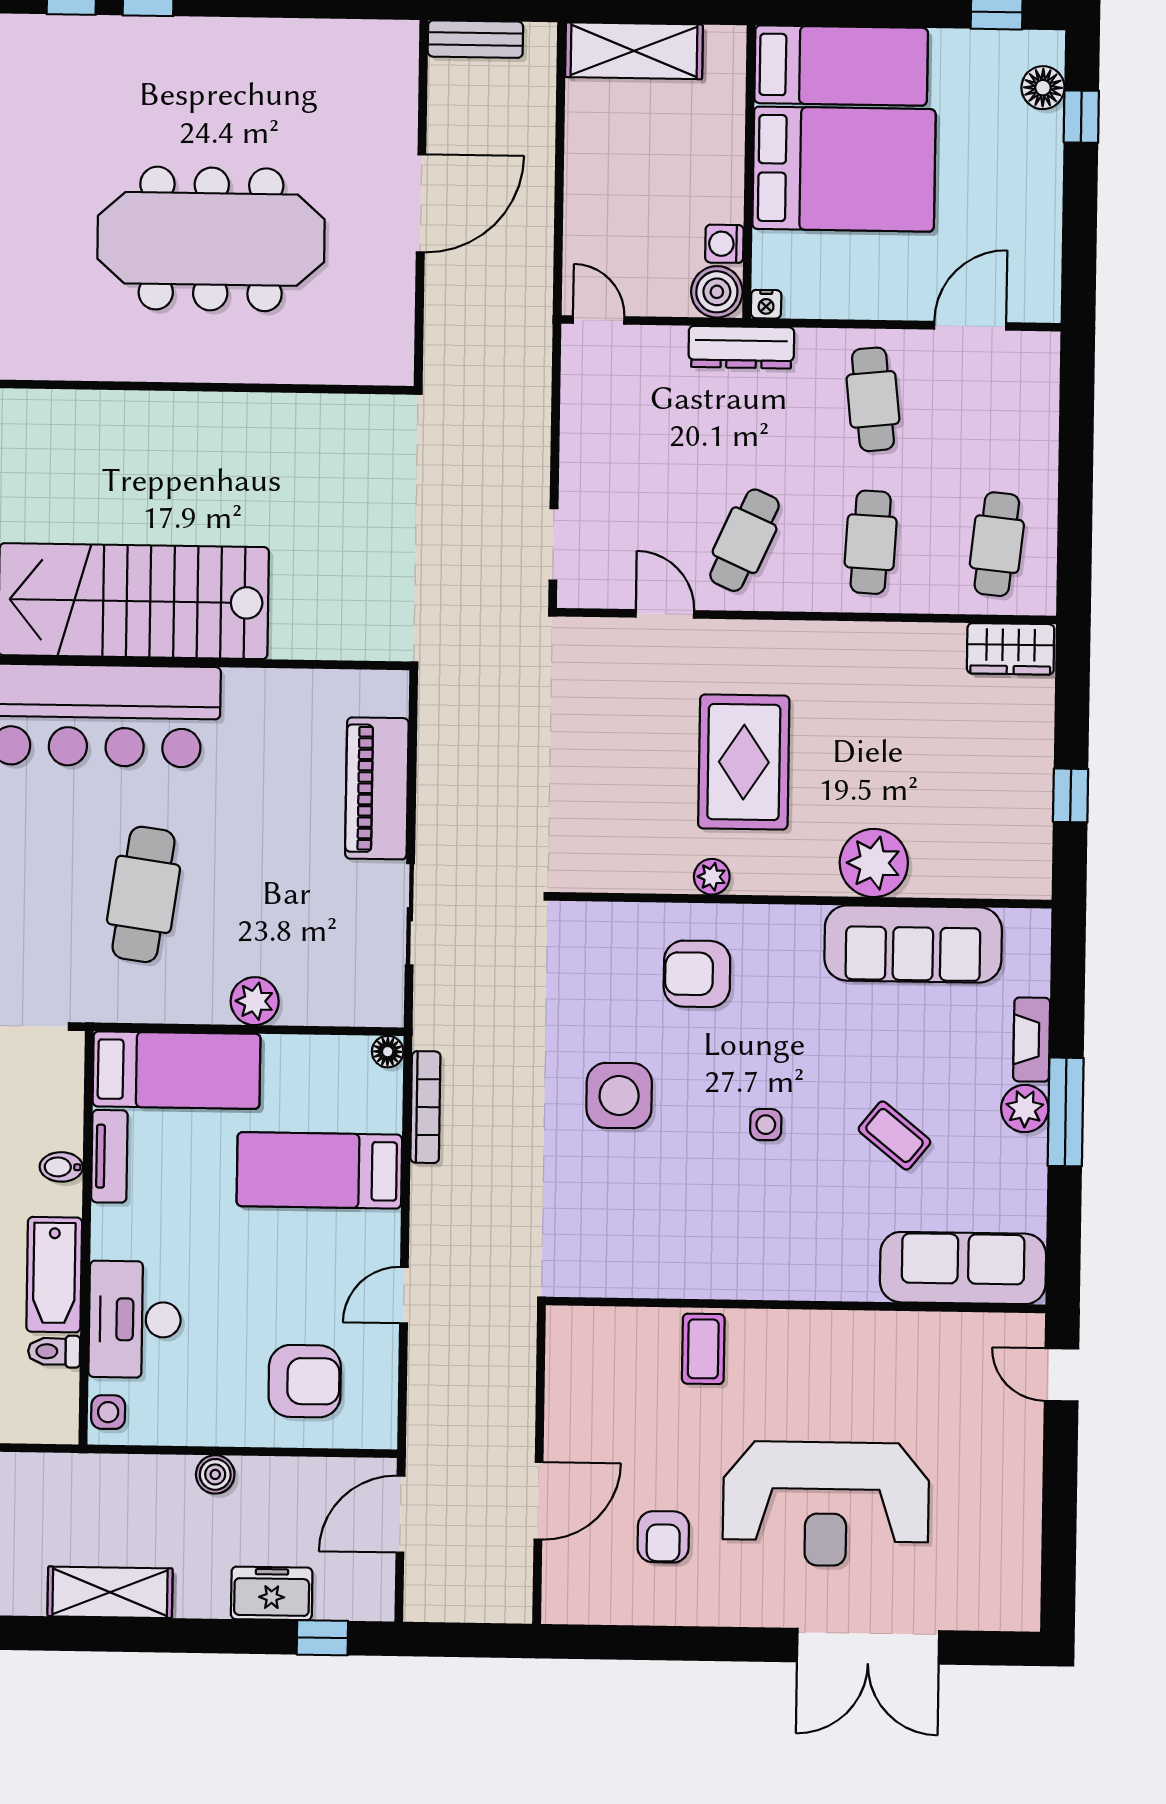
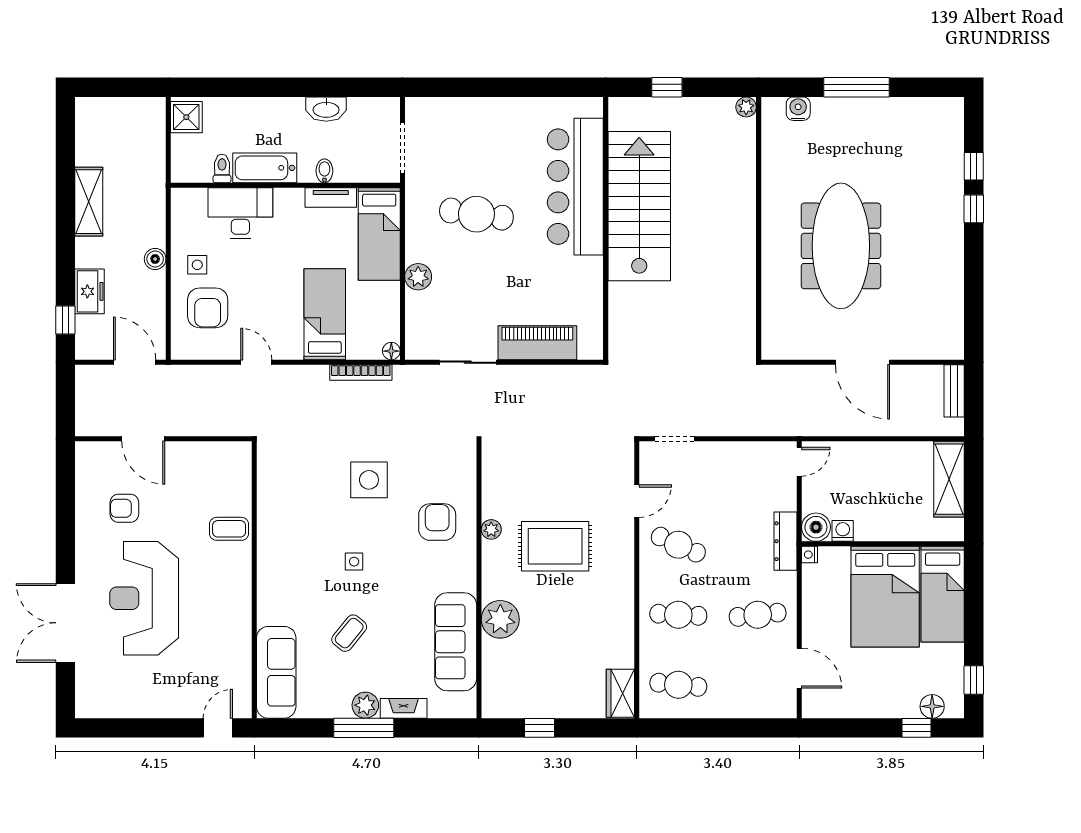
side table: (108, 1412) -> (197, 265), moved

